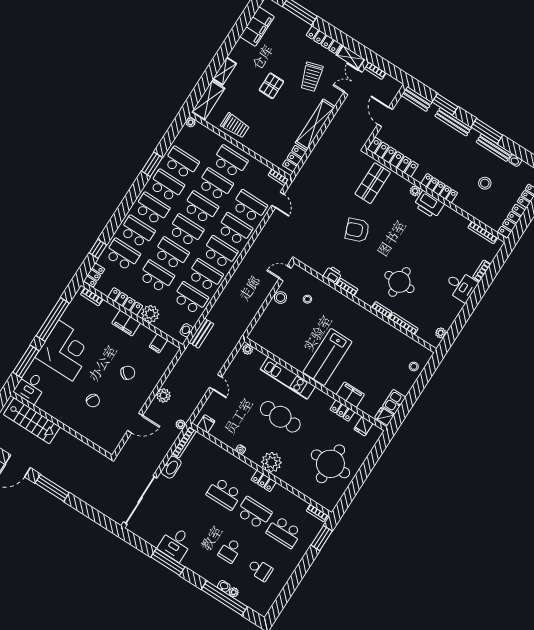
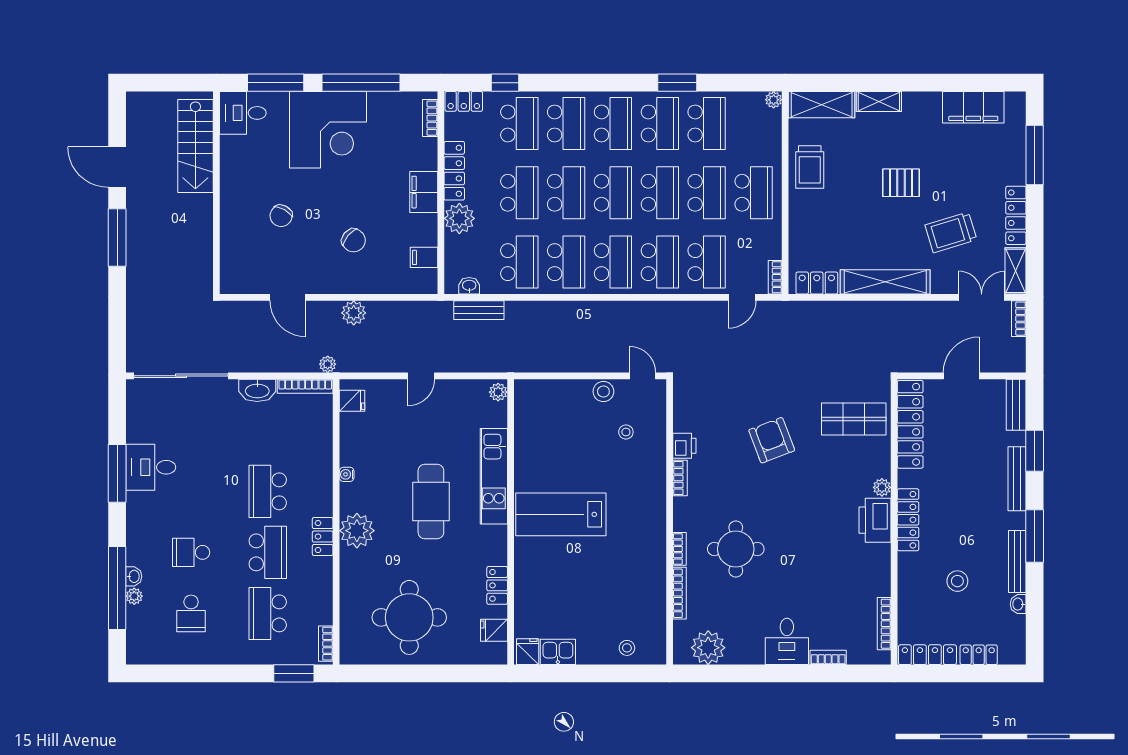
plant: (441, 333) -> (708, 648), width x1.87, depth x1.87
filing cabinet: (350, 395) -> (527, 582), removed

